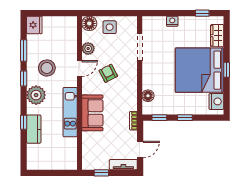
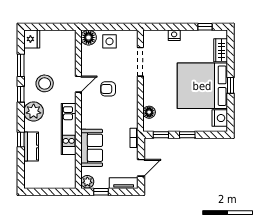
plant: (88, 49) -> (87, 182), moved
armchair: (108, 73) -> (108, 89), turned -62
sofa: (92, 113) -> (92, 148), moved

